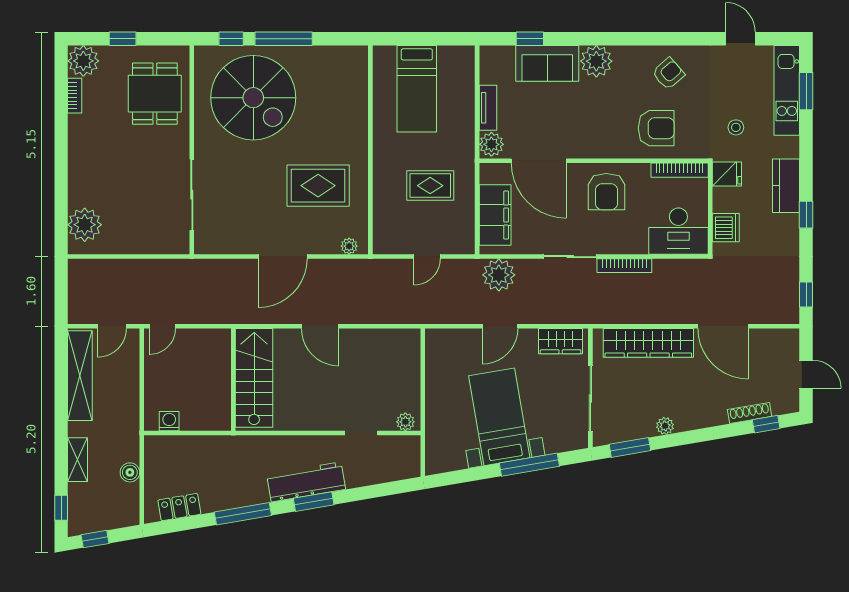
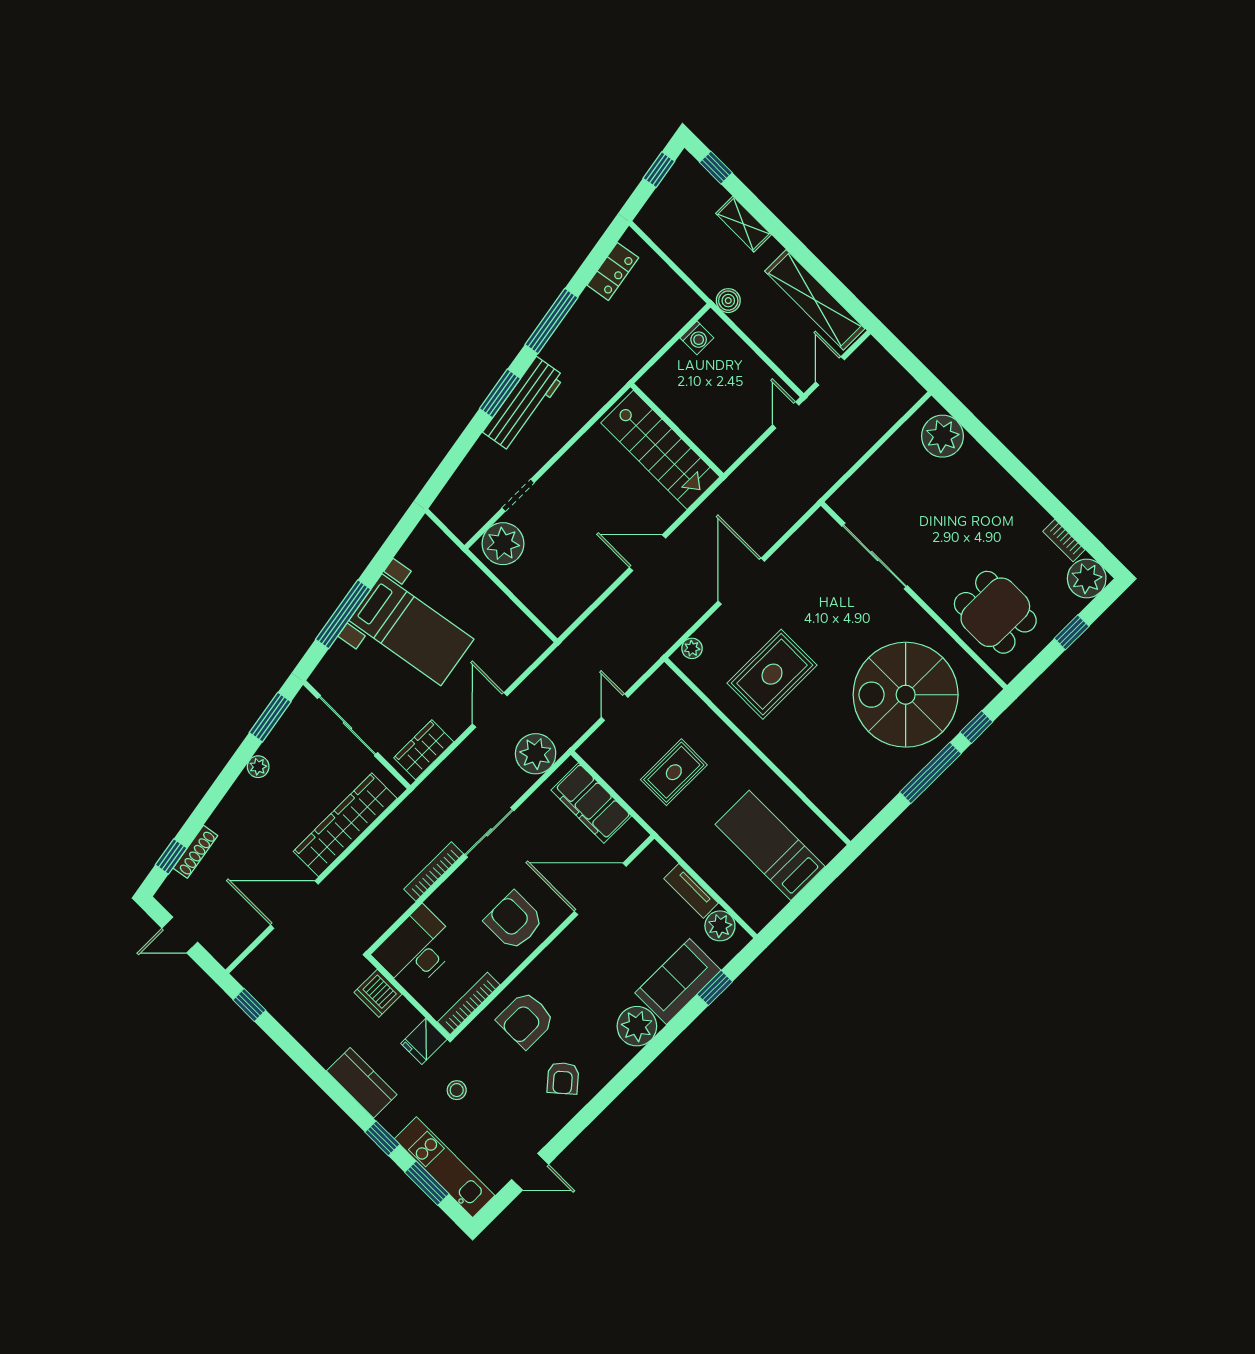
plant: (491, 144) -> (720, 926), moved
window: (806, 215) -> (382, 1138), moved
plant: (405, 422) -> (503, 544), width x1.88, depth x1.88
boiler: (130, 472) -> (728, 301), moved

